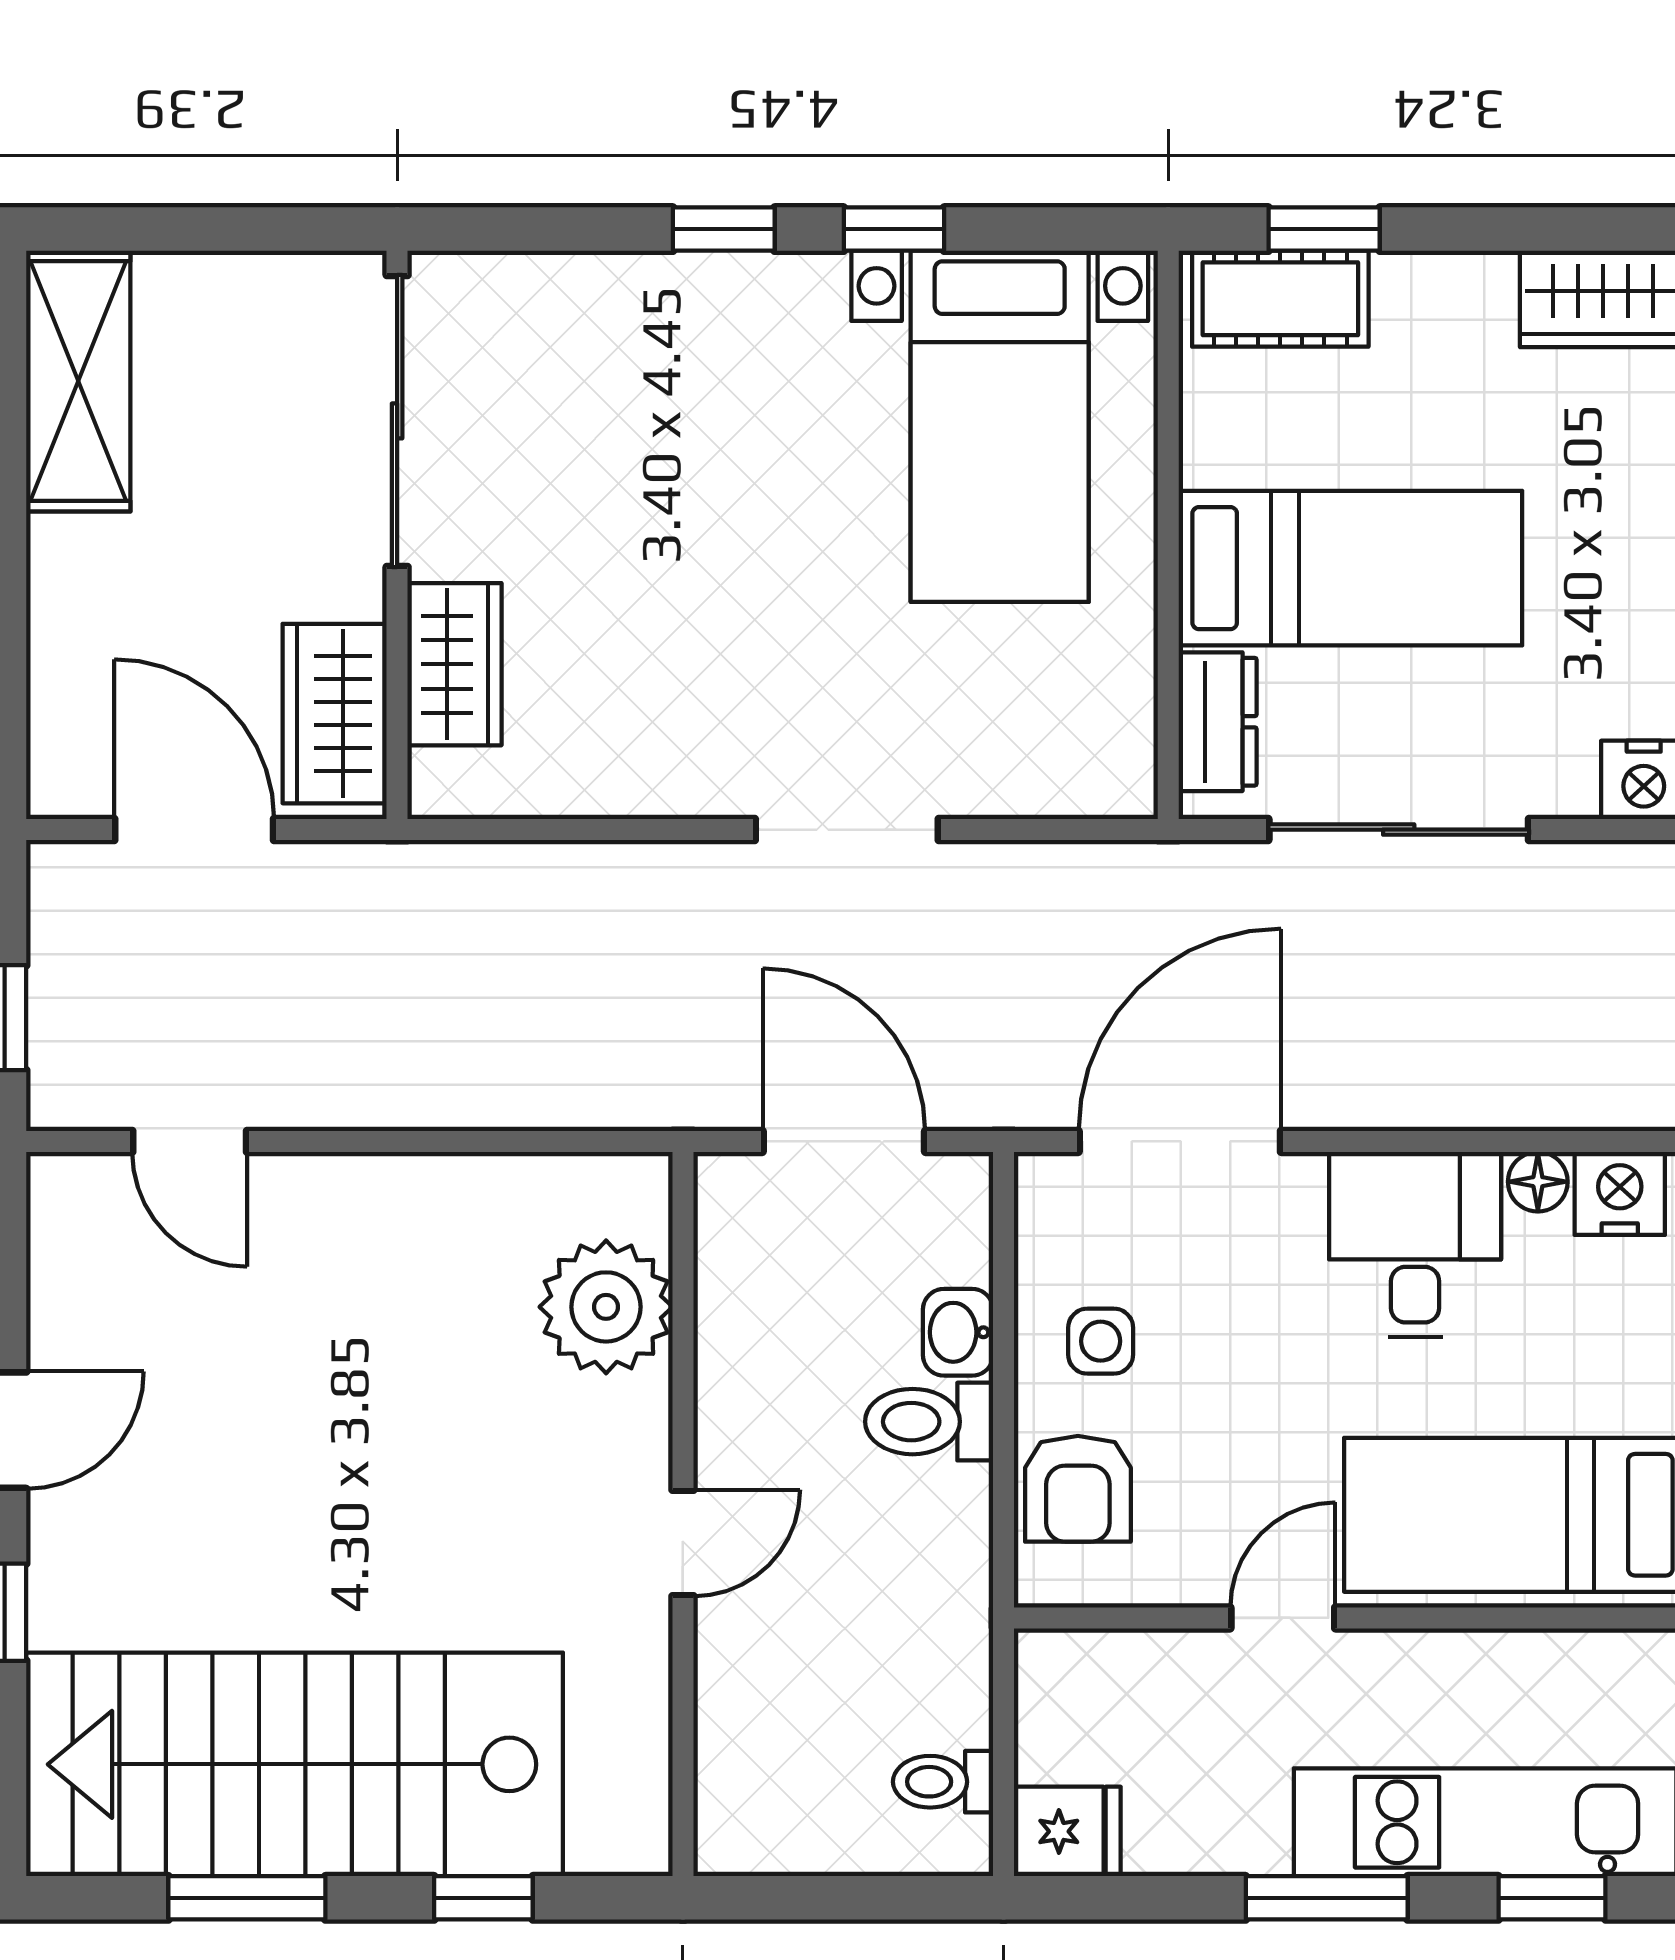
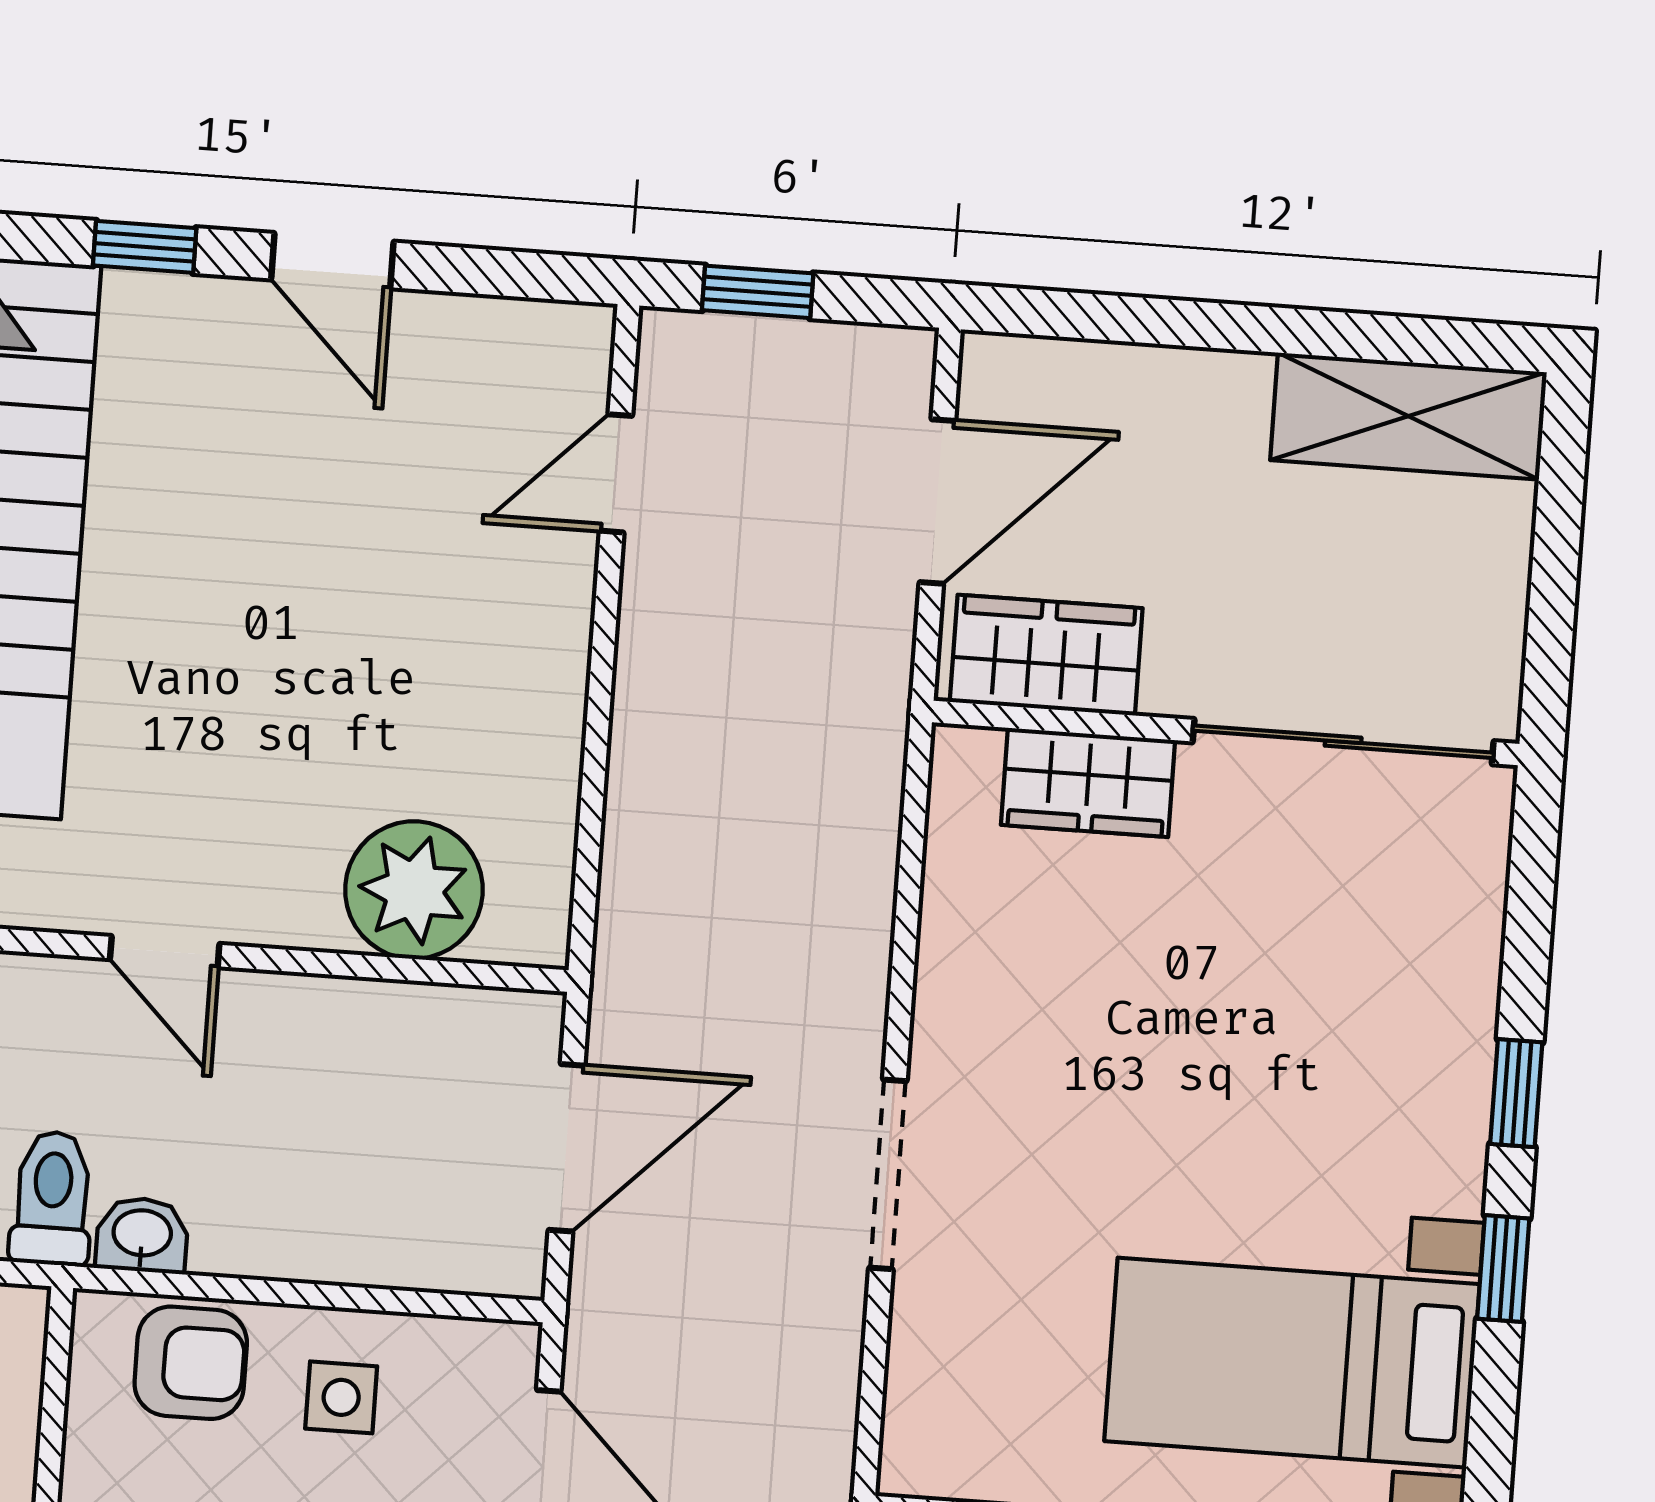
washbasin: (958, 1332) -> (142, 1235), moved
toilet: (929, 1422) -> (52, 1198), moved
armchair: (1078, 1489) -> (191, 1363), turned 180

